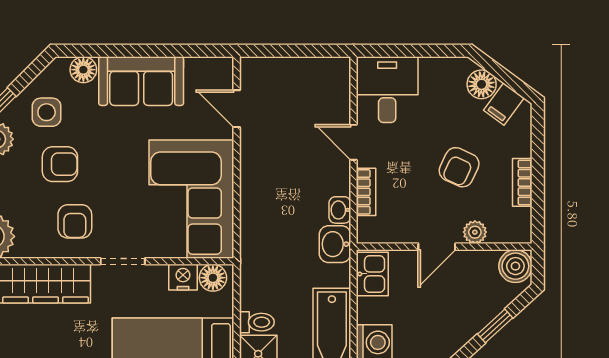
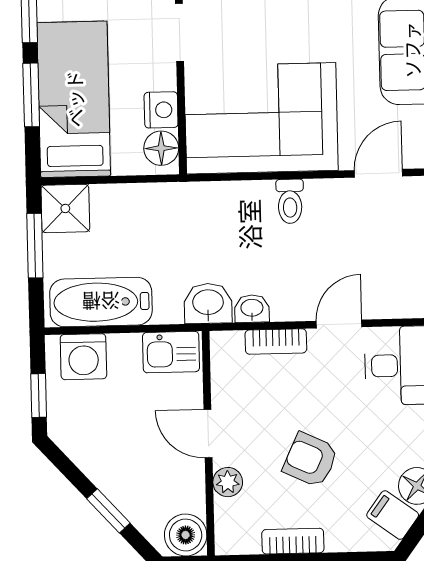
toilet: (257, 322) -> (290, 201), moved

